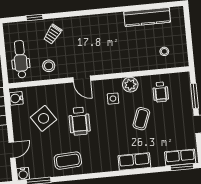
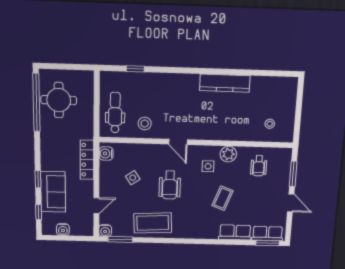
kitchen counter: (147, 17) -> (225, 83), moved
trolley: (53, 34) -> (153, 90), removed
side table: (44, 118) -> (133, 178), width x0.54, depth x0.54
coffee table: (141, 119) -> (222, 198), moved
coffee table: (68, 161) -> (153, 223), width x1.36, depth x1.32
row of seats: (134, 162) -> (235, 232), moved

